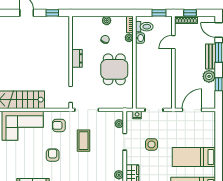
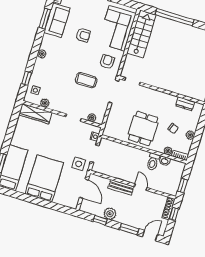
toilet: (144, 27) -> (153, 162), moved
door: (173, 42) -> (141, 187), moved
bench: (210, 57) -> (121, 187), moved
dresser: (77, 58) -> (185, 104), moved
dining table: (114, 69) -> (143, 128), turned 90
side table: (152, 144) -> (79, 164), moved
armchair: (53, 155) -> (83, 35), moved
bed: (194, 157) -> (44, 178), width x1.50

